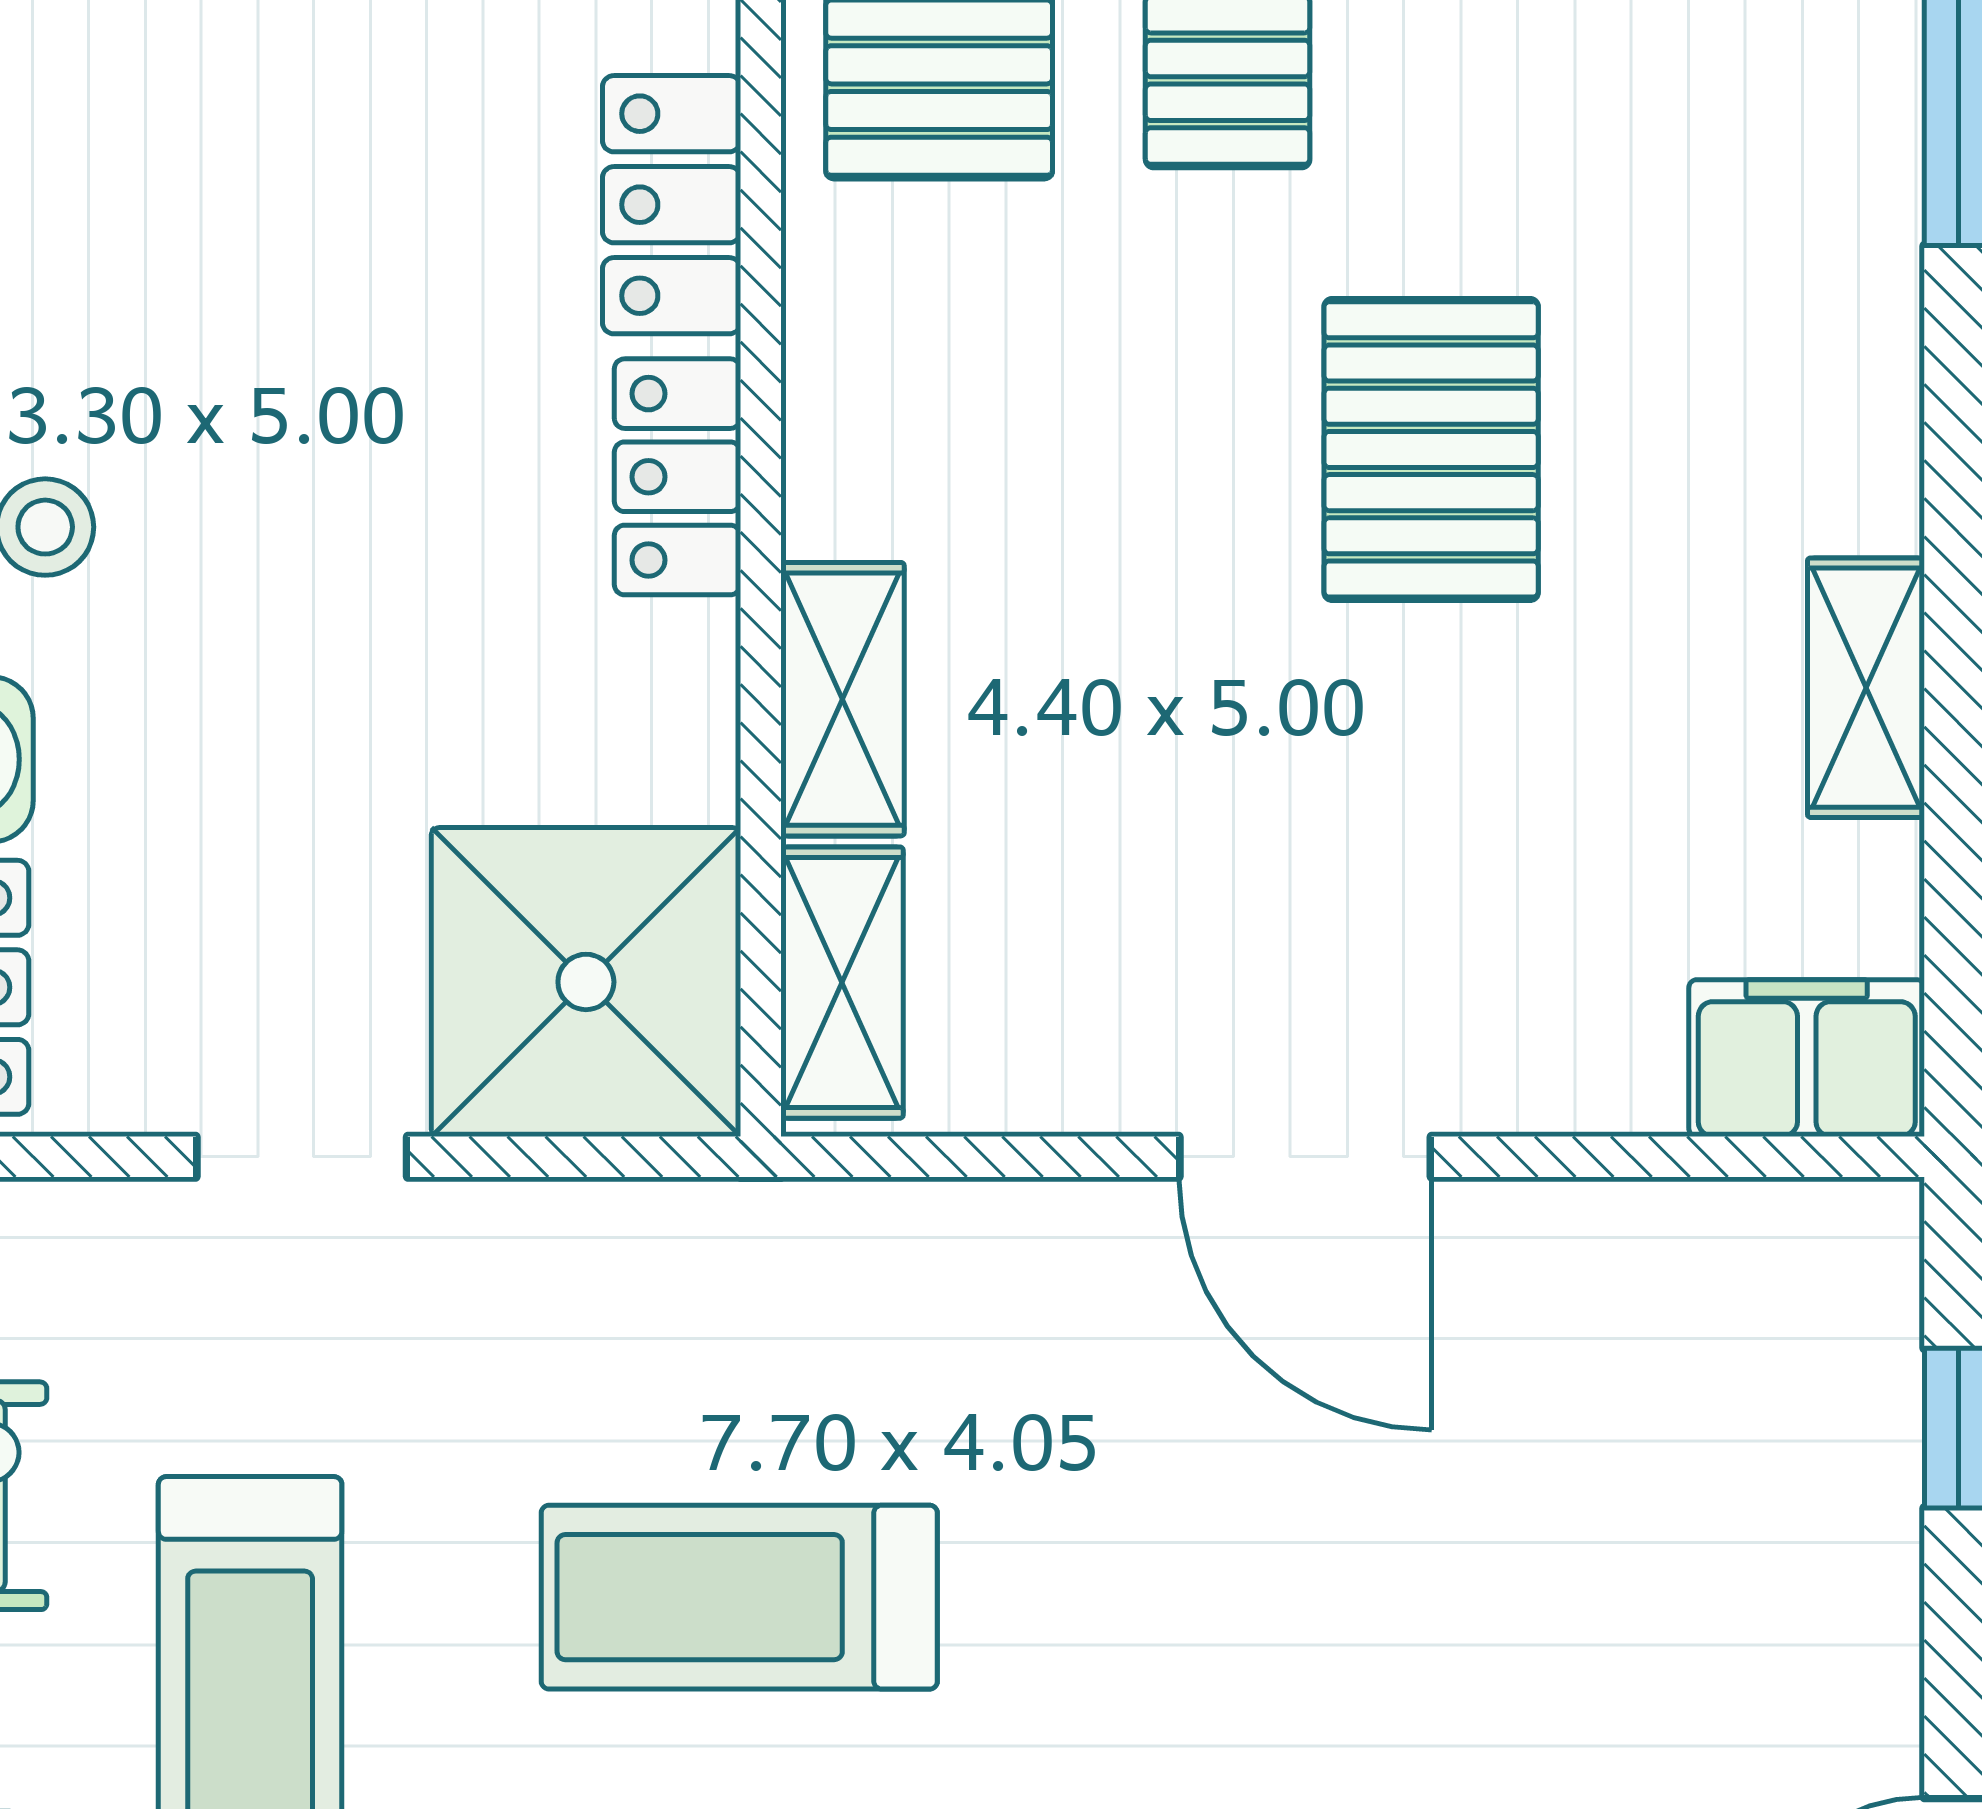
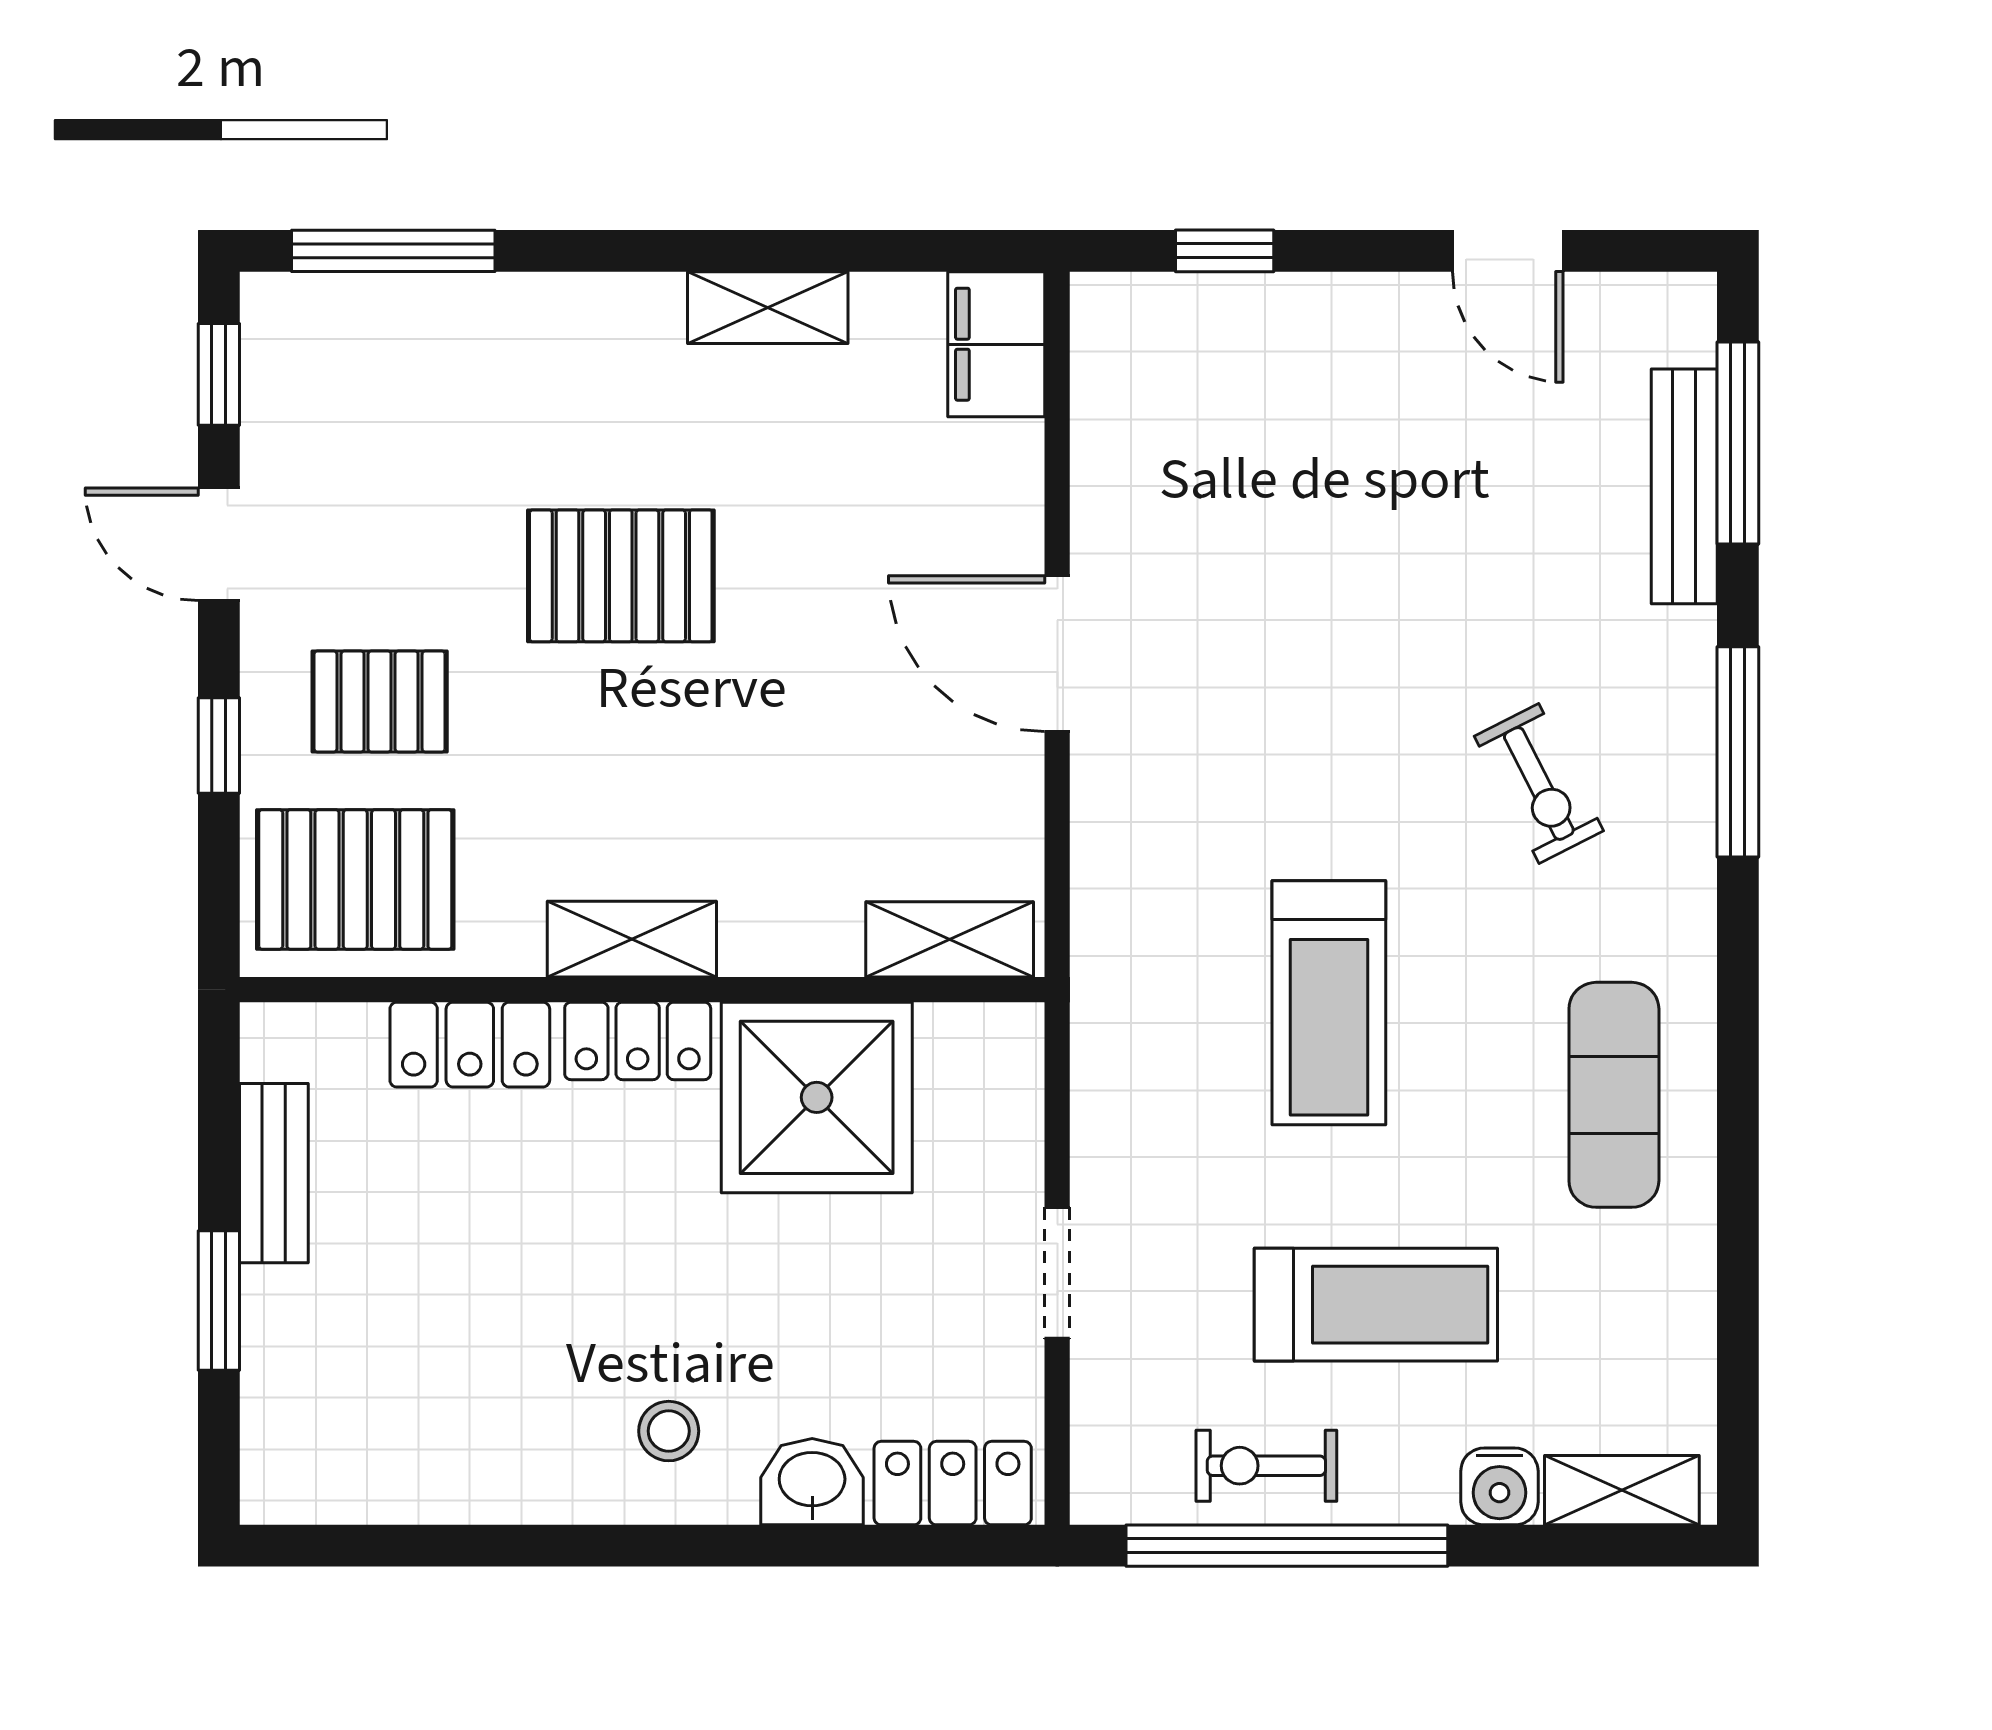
shelving: (842, 699) -> (632, 939), moved
shower: (586, 982) -> (817, 1097), moved
door: (1305, 1157) -> (1057, 654), swing flipped

